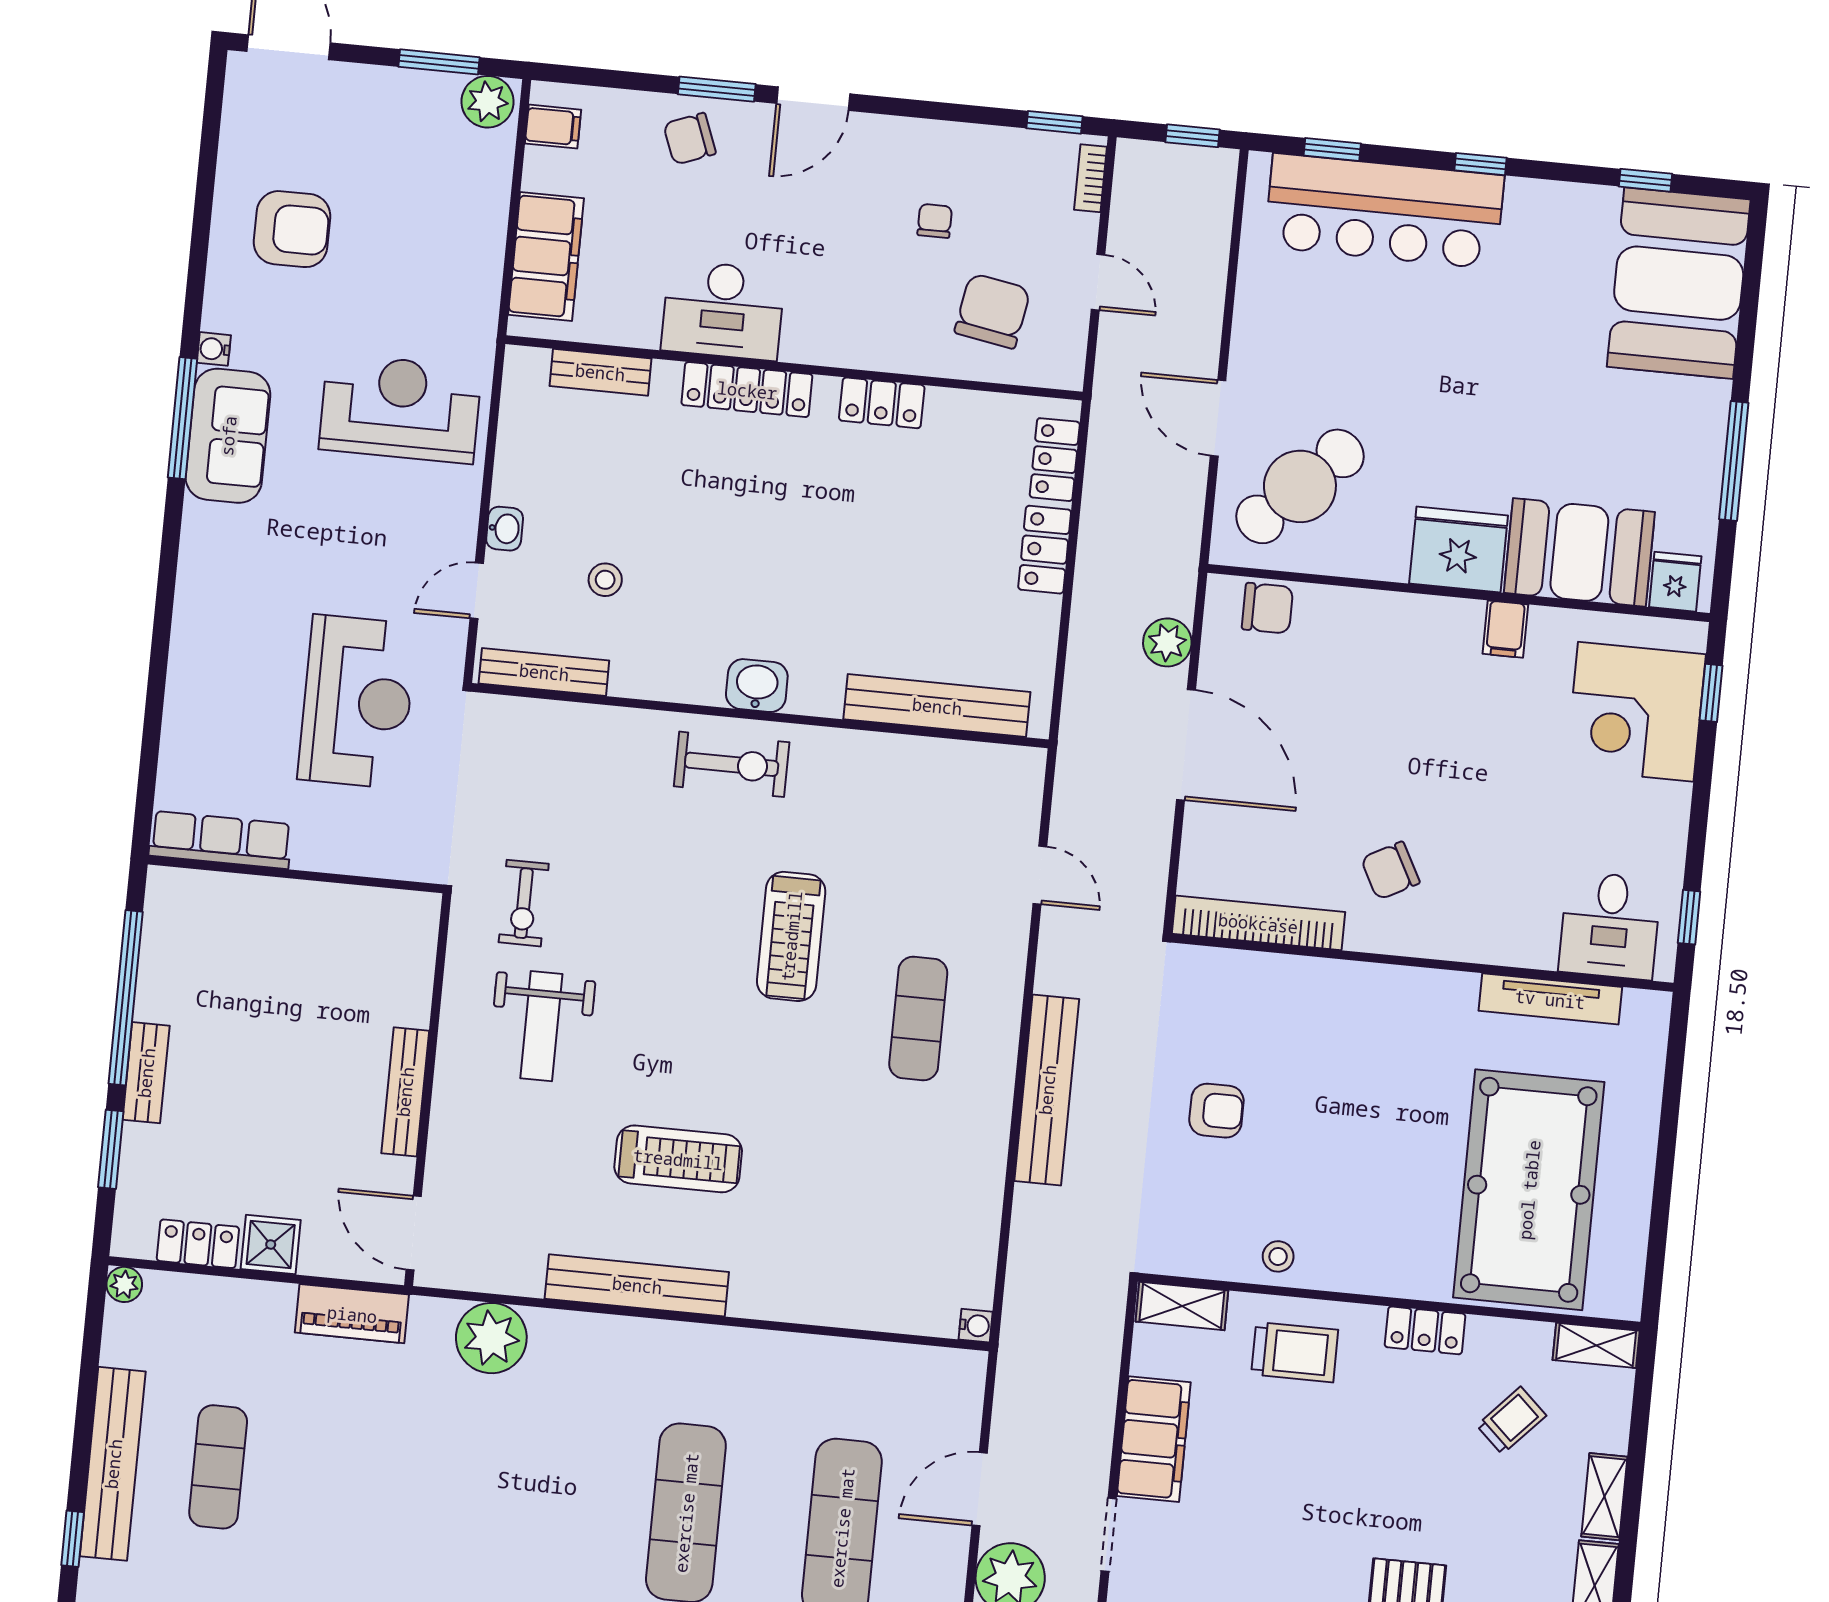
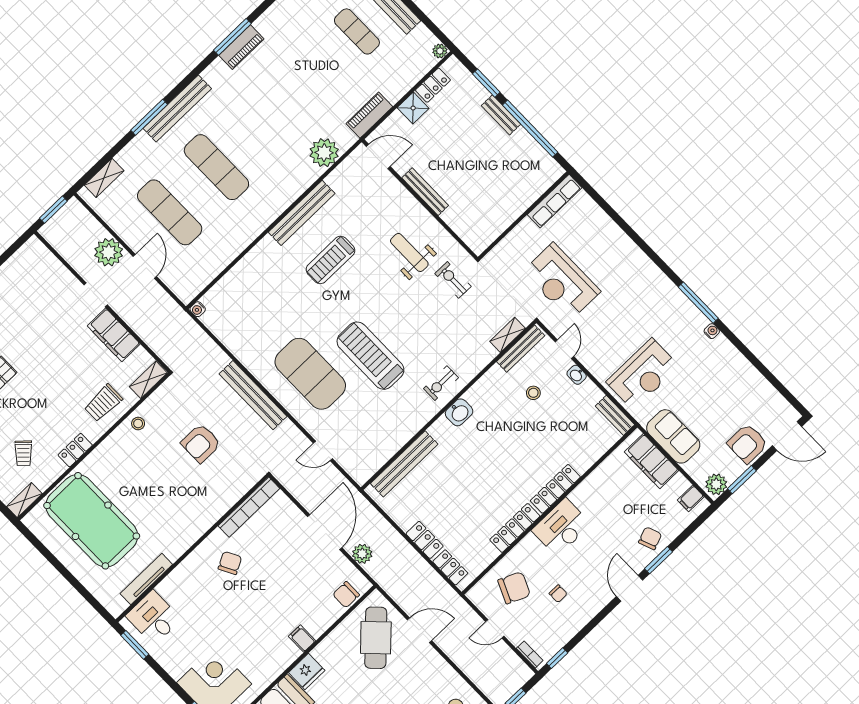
armchair: (292, 229) -> (747, 444), moved
desk: (723, 310) -> (561, 527), moved
chair: (993, 311) -> (514, 588), turned -76
bench: (600, 372) -> (615, 415), moved, turned 90
locker: (882, 403) -> (515, 528), width x1.53
sofa: (228, 436) -> (673, 436), moved, turned 180
fridge: (1459, 550) -> (307, 671), width x0.73, depth x0.75
filing cabinet: (1505, 629) -> (302, 639), moved
shelving: (539, 717) -> (508, 335), added
door: (1186, 745) -> (325, 532), swing flipped
exercise bike: (732, 764) -> (441, 383), width x0.73, depth x0.72
window: (1689, 917) -> (135, 645), width x1.50
treadmill: (791, 936) -> (370, 356), width x1.37, depth x1.38
exercise mat: (918, 1018) -> (310, 374), width x2.00, depth x1.45
armchair: (1216, 1111) -> (201, 443), width x1.38, depth x1.38

